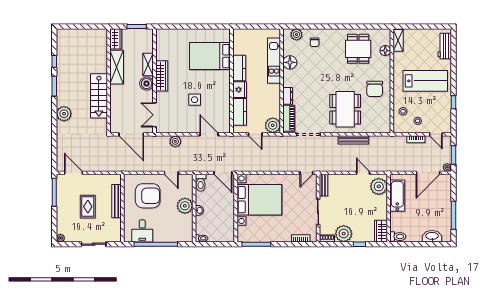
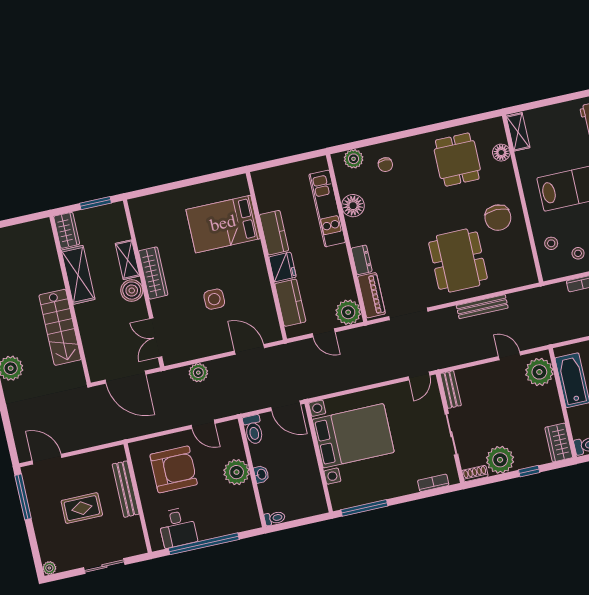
rug: (88, 207) -> (82, 508), turned 90

